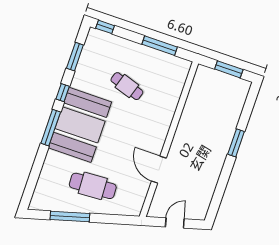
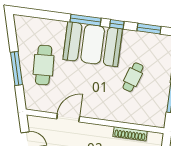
shoe rack: (191, 102) -> (130, 134), added
window: (70, 216) -> (16, 69), moved

